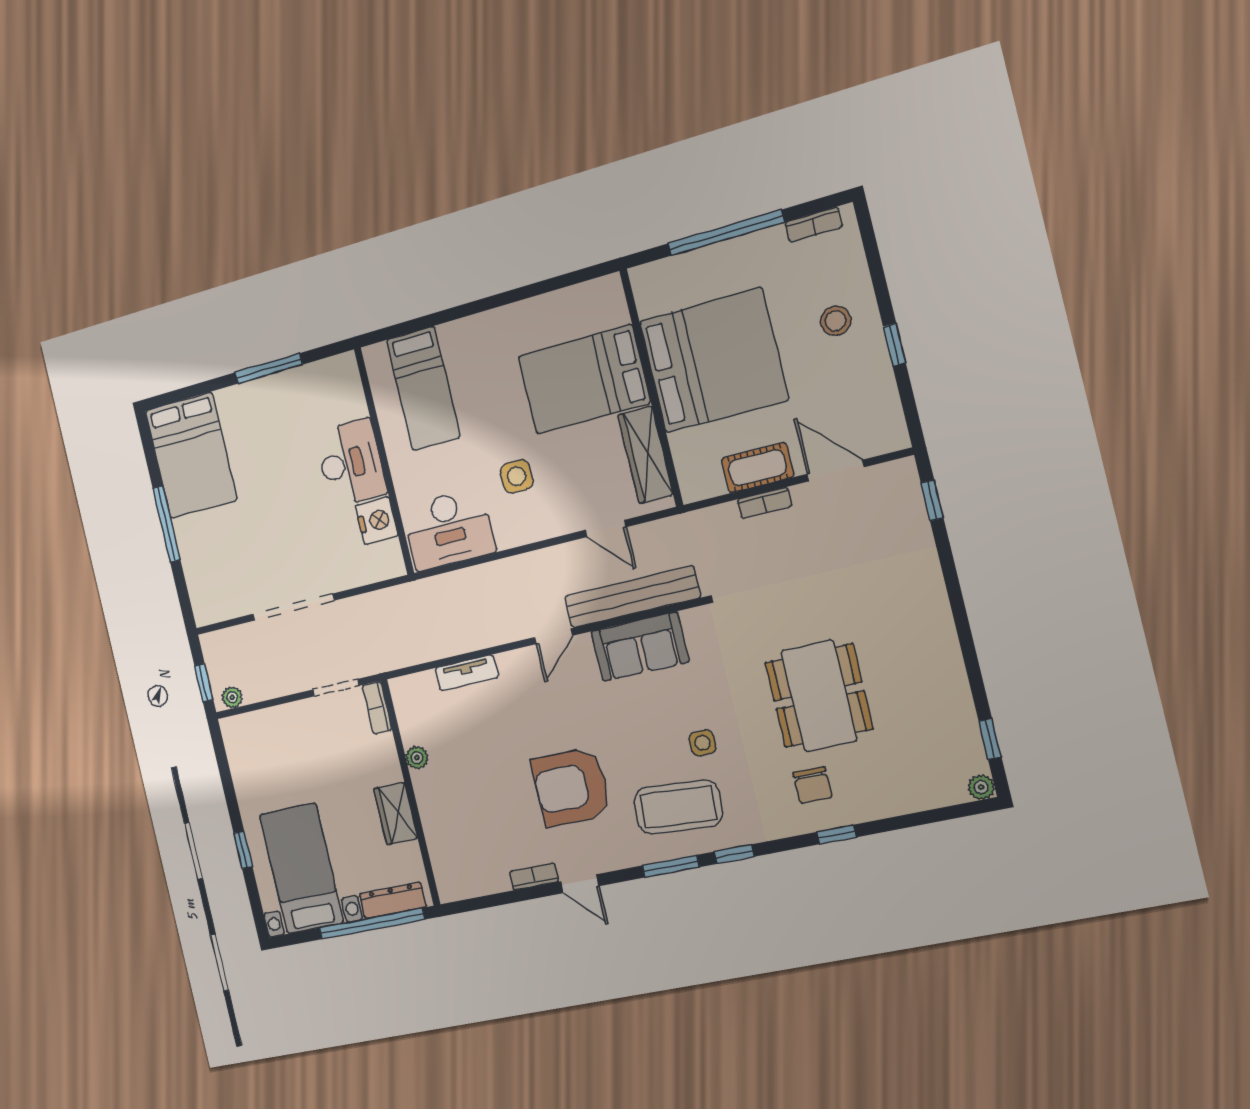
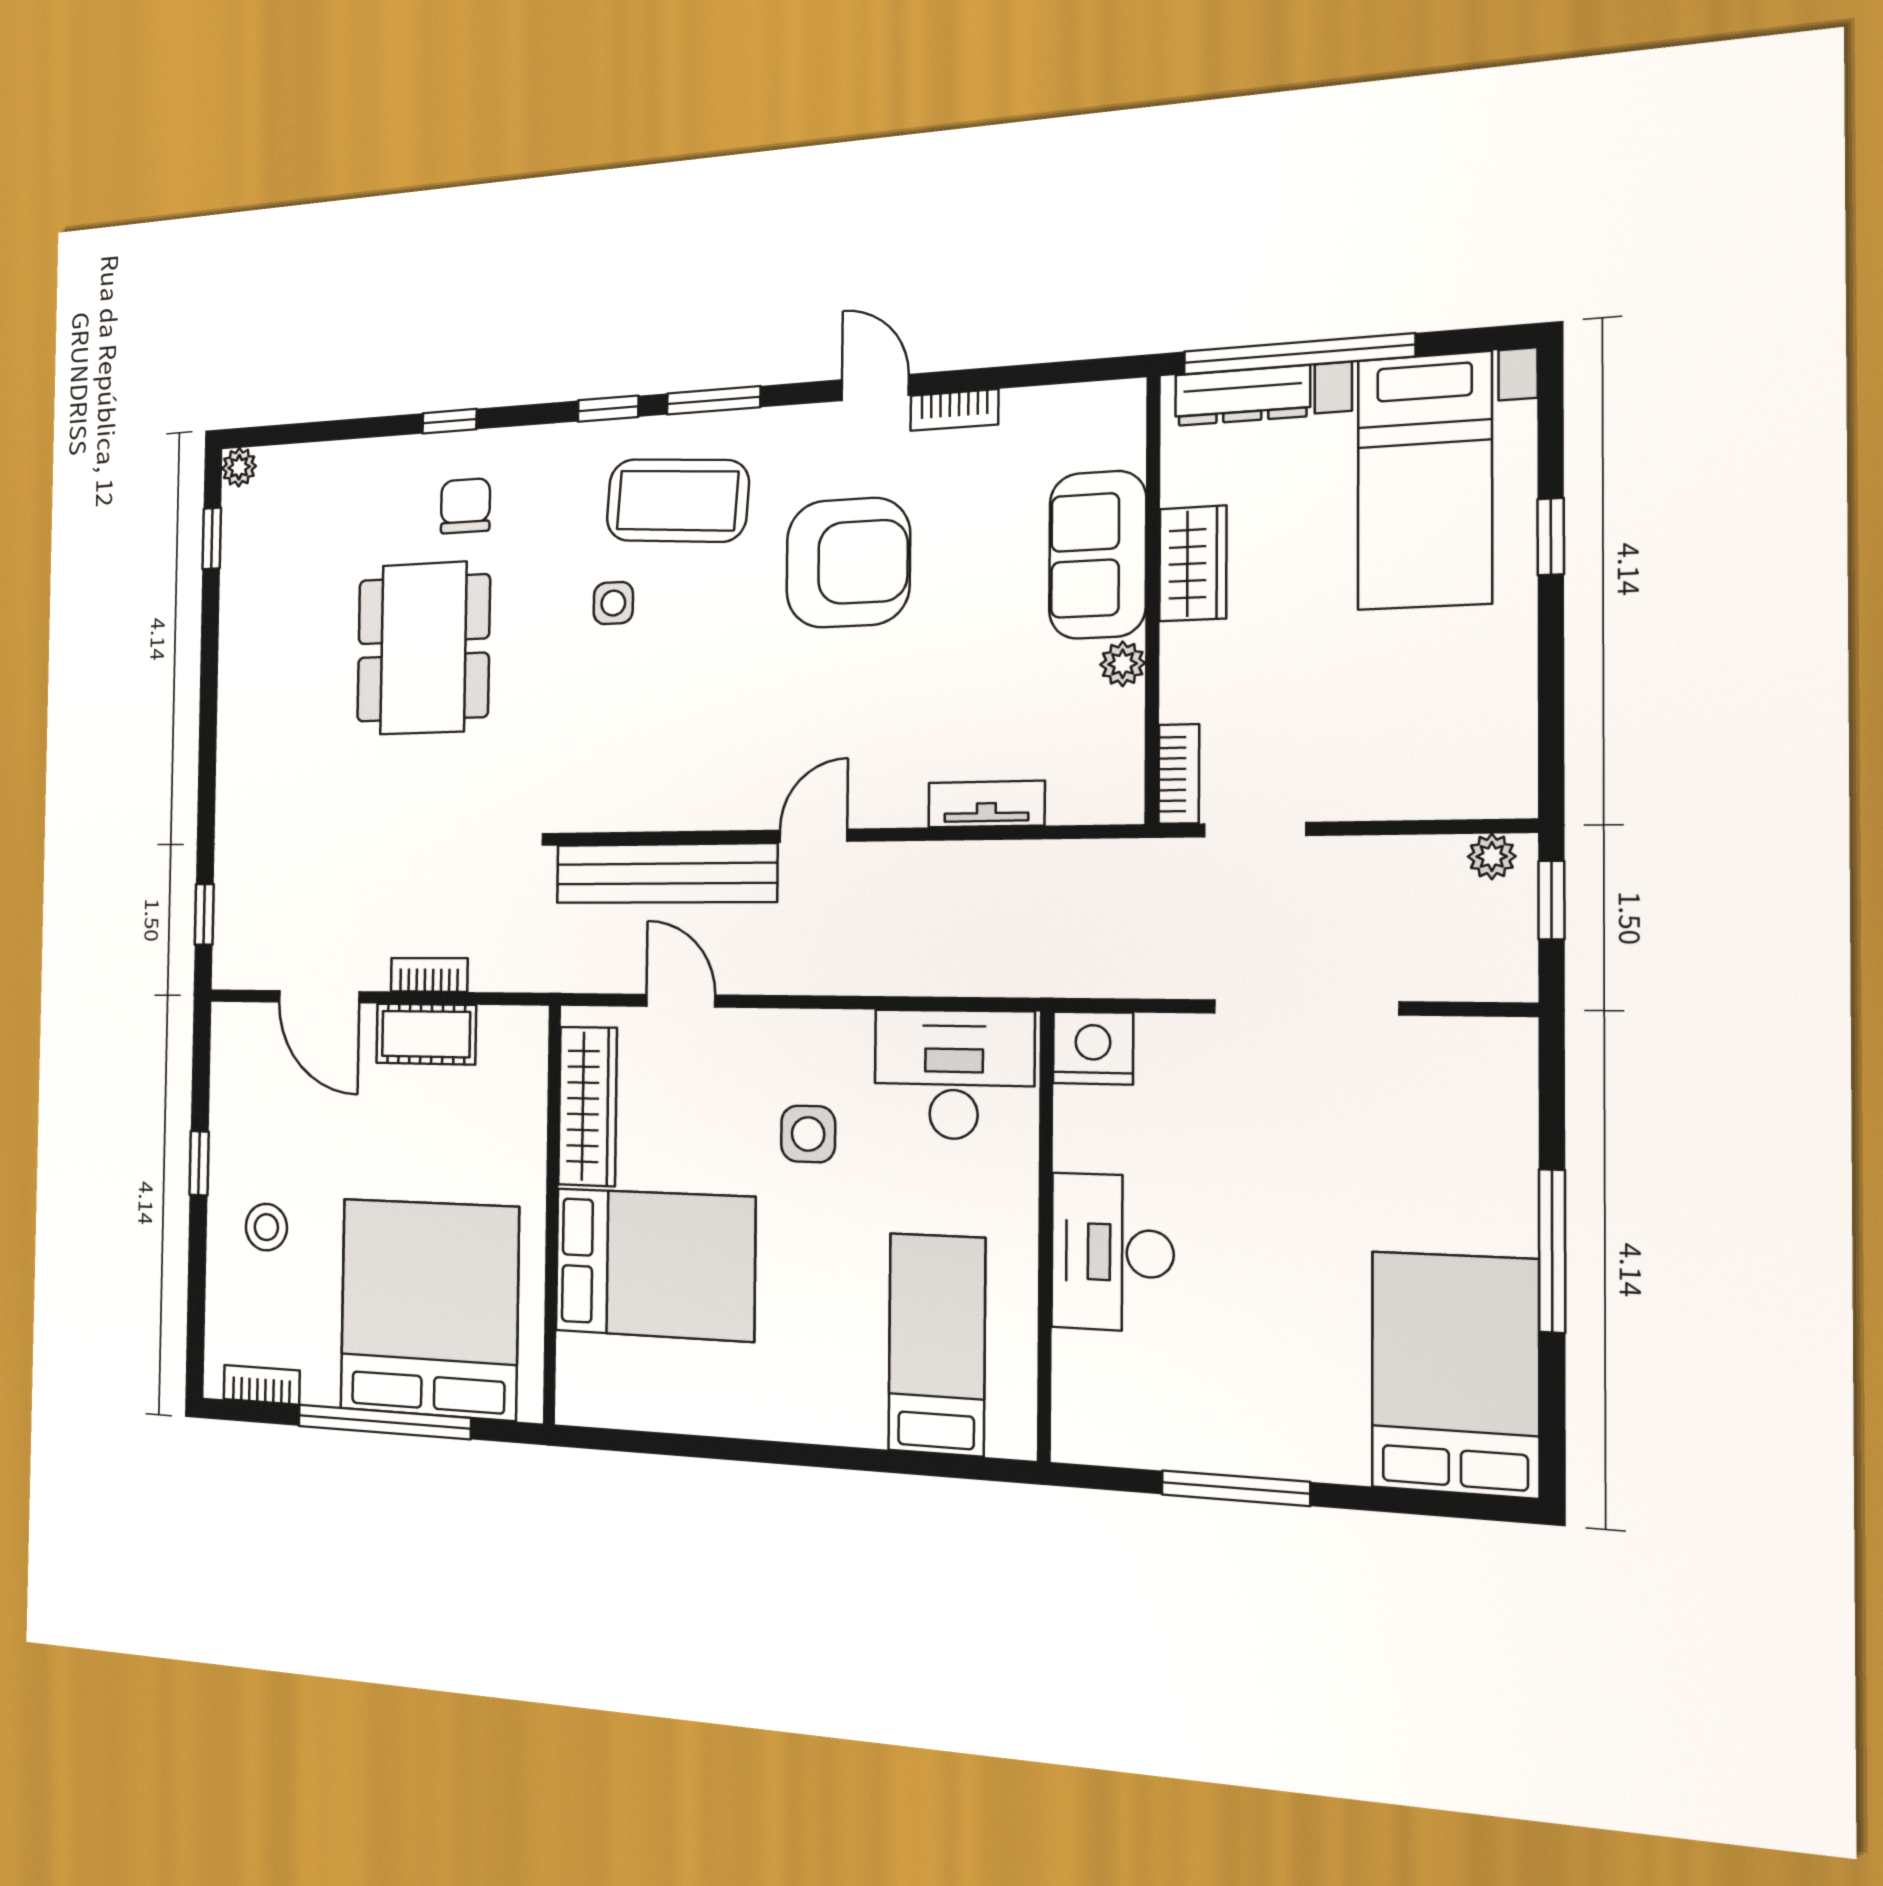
bed: (714, 360) -> (429, 1309), moved, turned 90
nightstand: (377, 521) -> (1093, 1048), moved, turned 90
sofa: (640, 647) -> (1098, 555), moved, turned -90

